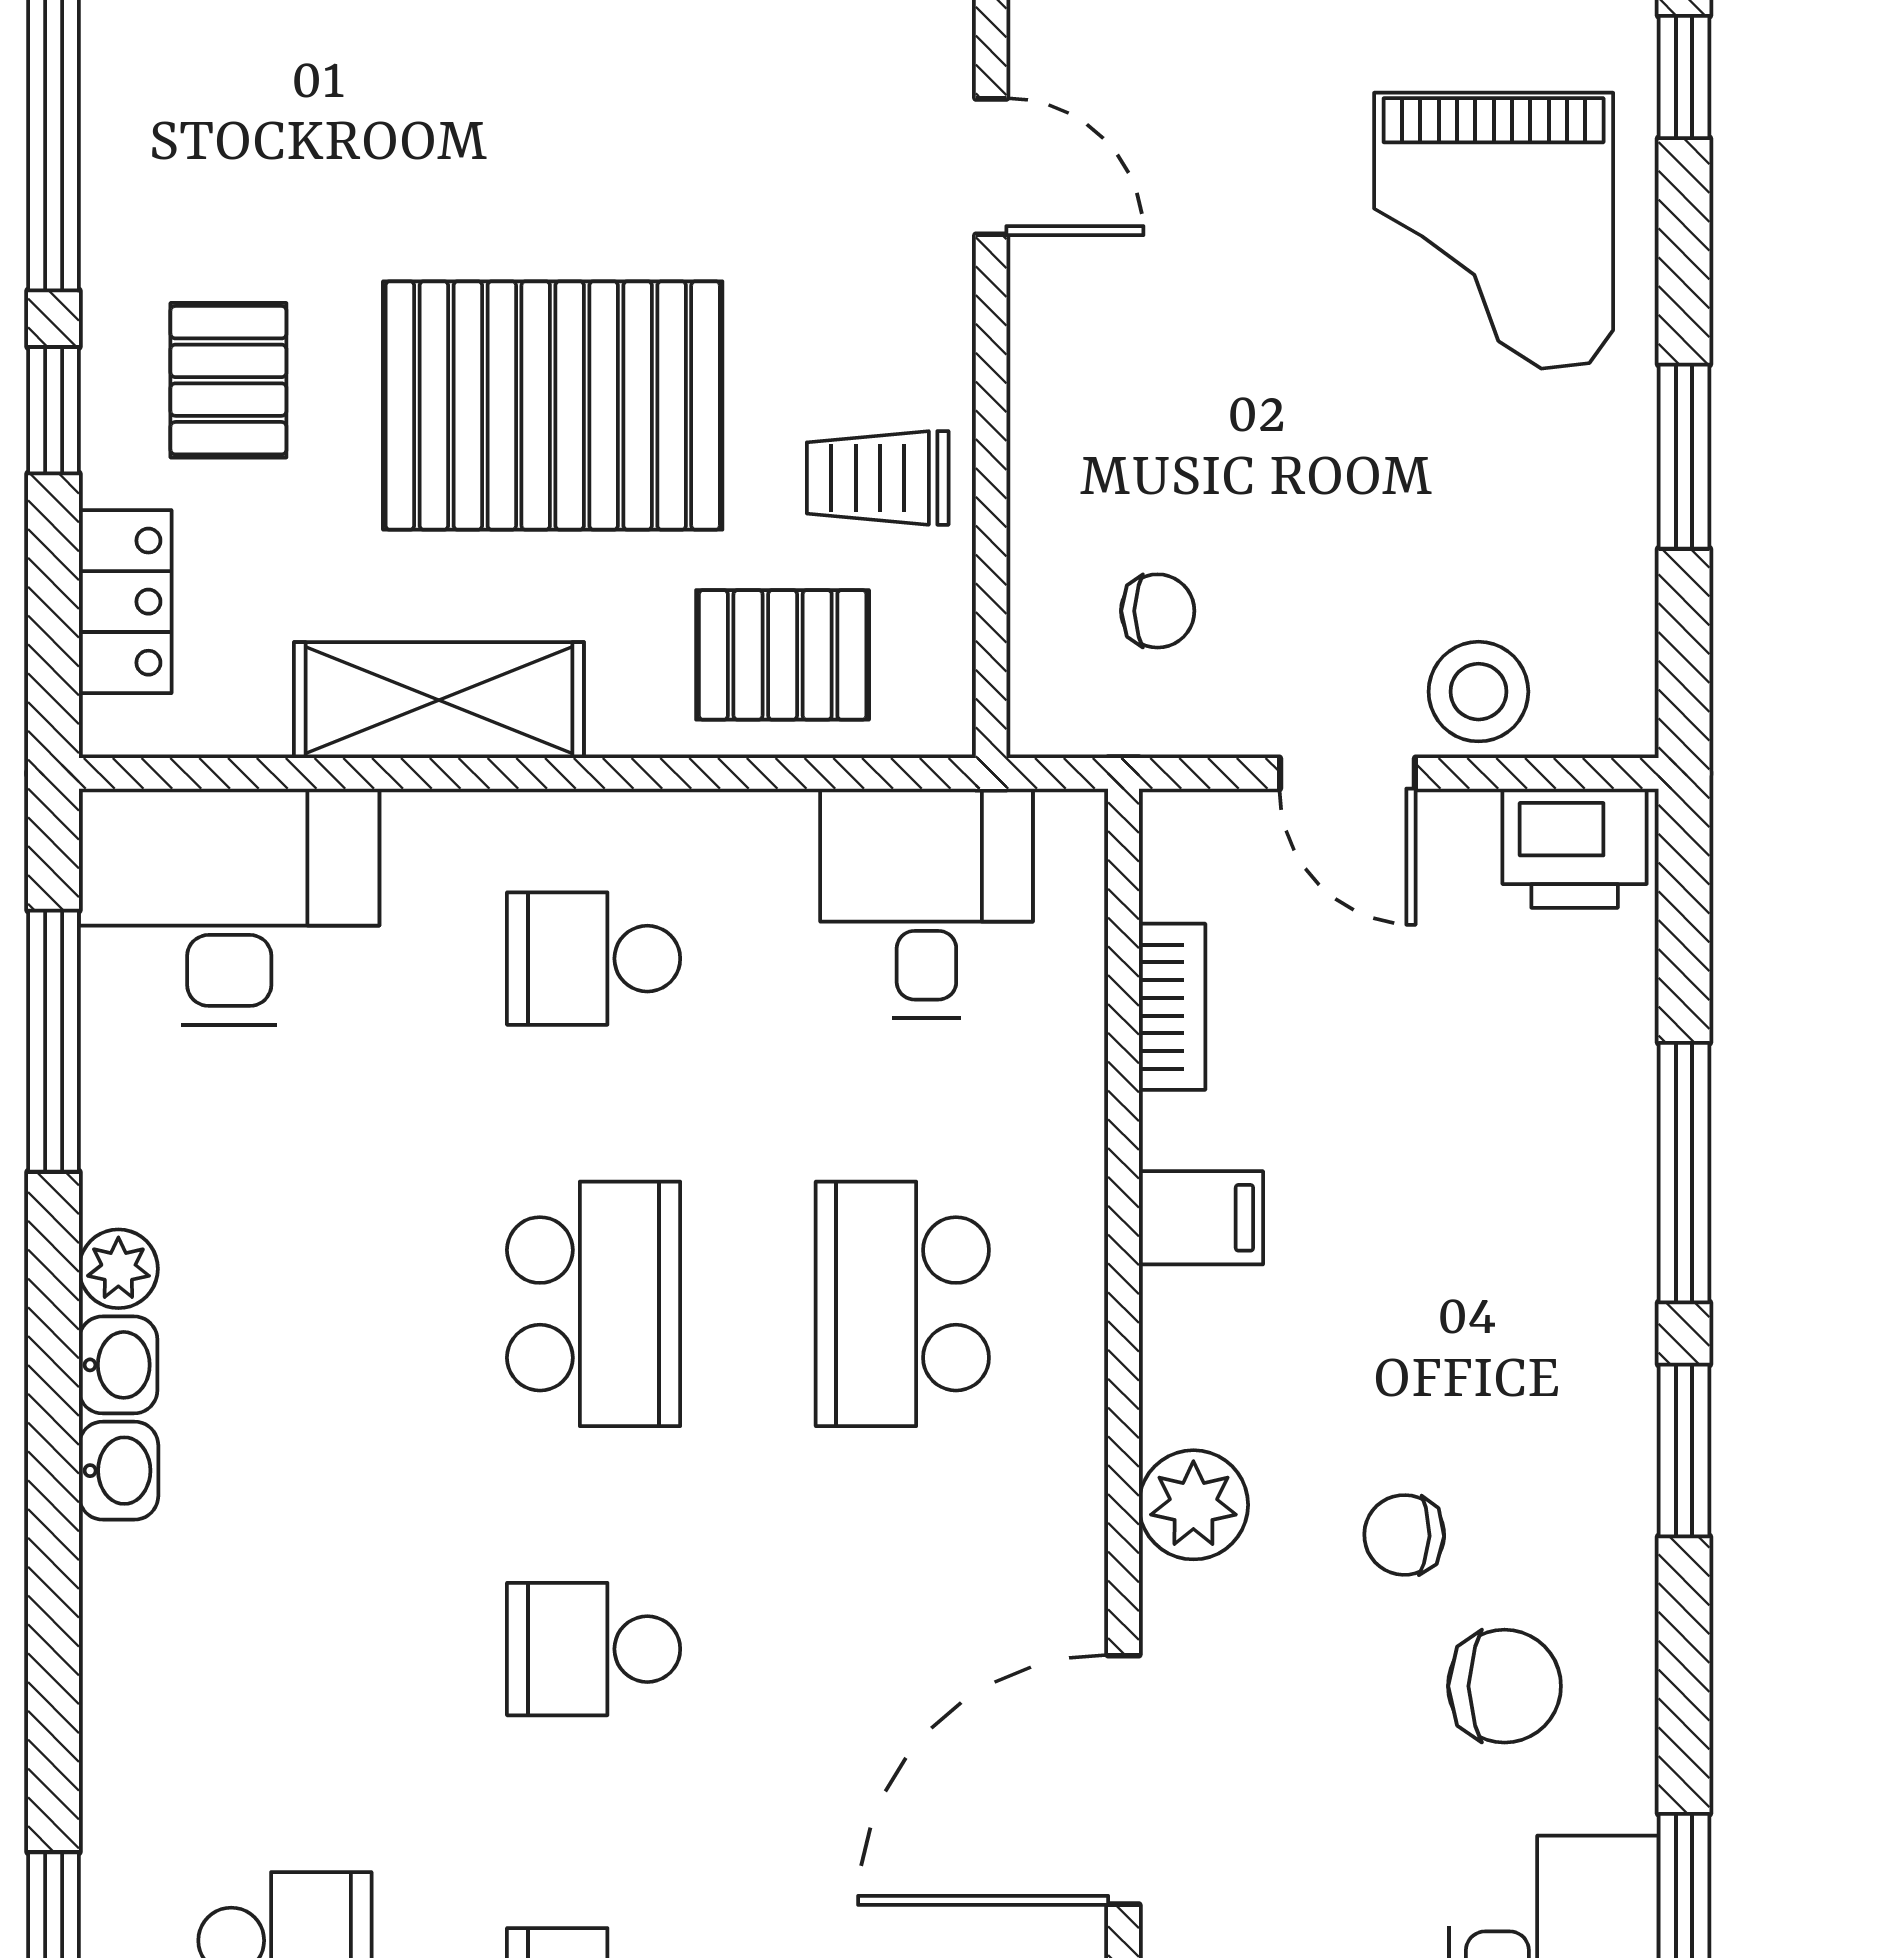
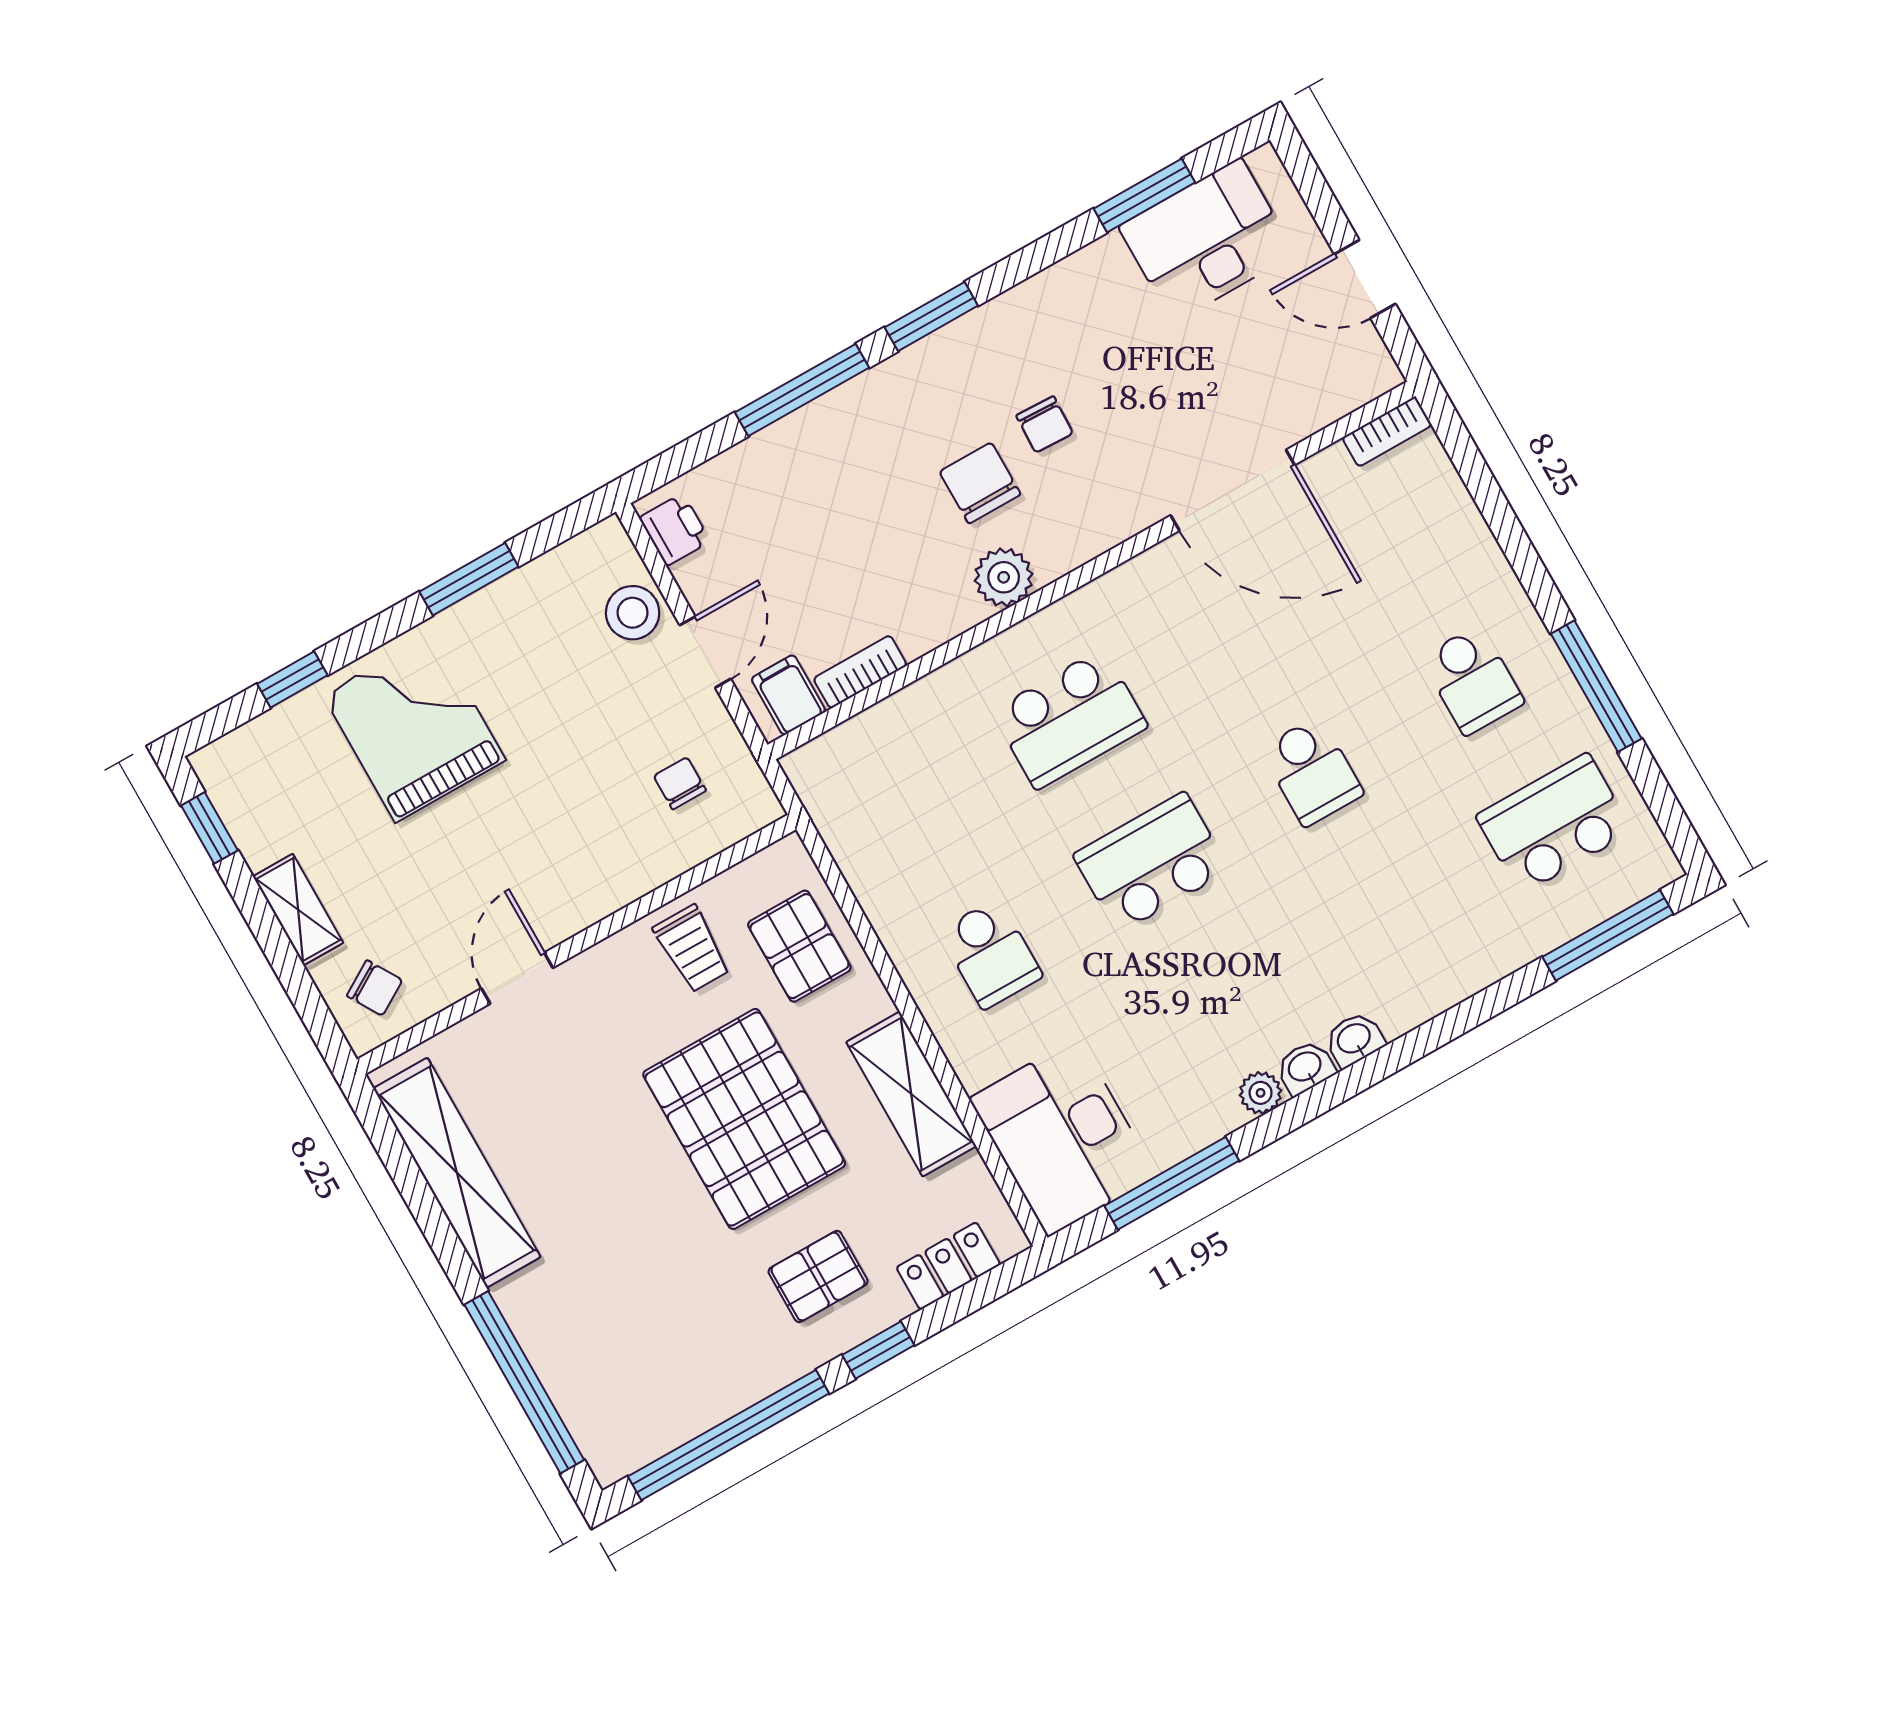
grand piano: (1494, 231) -> (414, 727), turned -90
printer: (1575, 848) -> (675, 530), width x0.73, depth x0.81
desk: (926, 903) -> (877, 814), removed
filing cabinet: (1201, 1218) -> (788, 695), moved
plant: (1193, 1505) -> (1004, 577), moved
chair: (1505, 1686) -> (980, 483), moved

